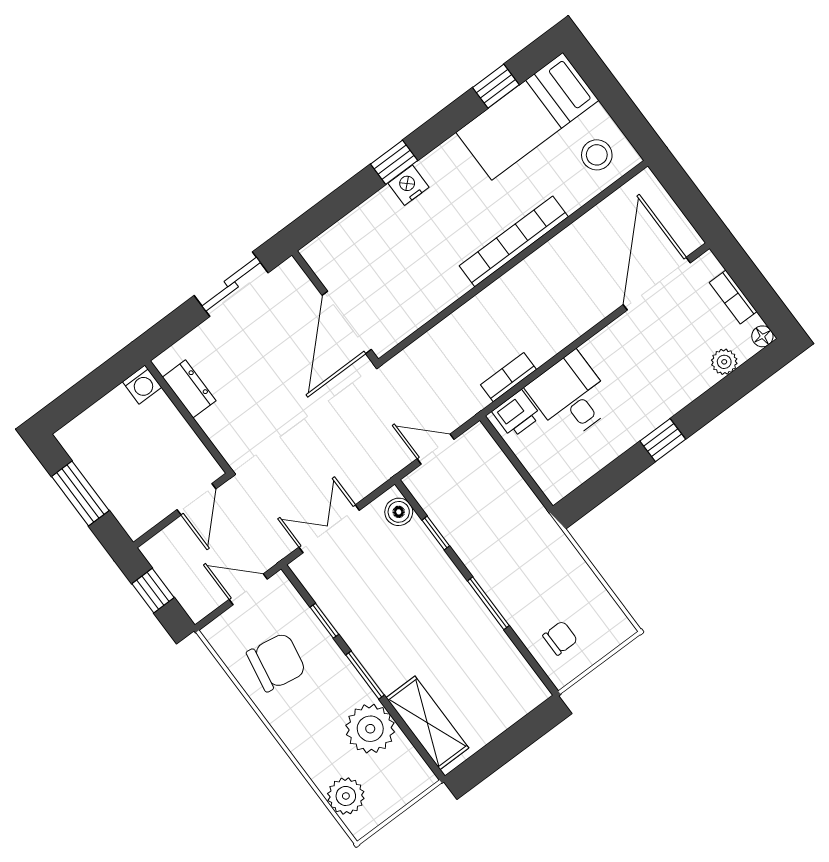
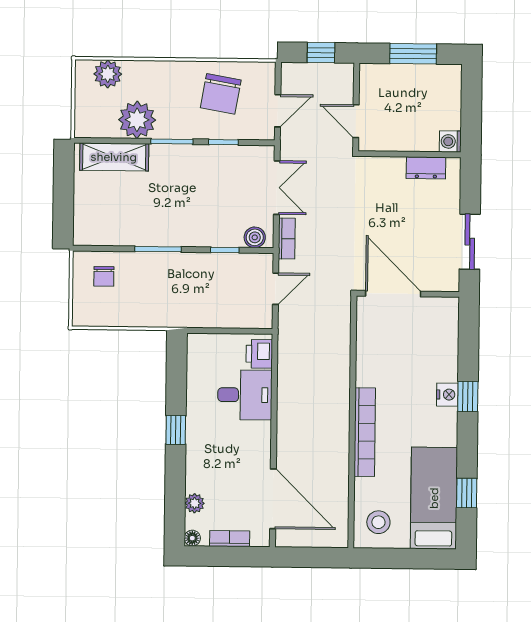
bookcase: (509, 377) -> (287, 239), moved

